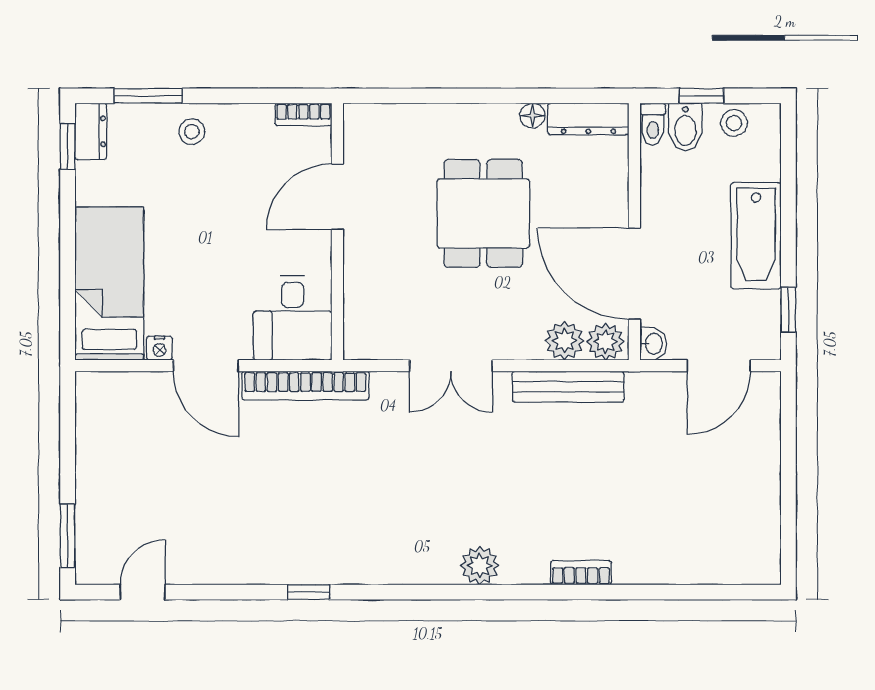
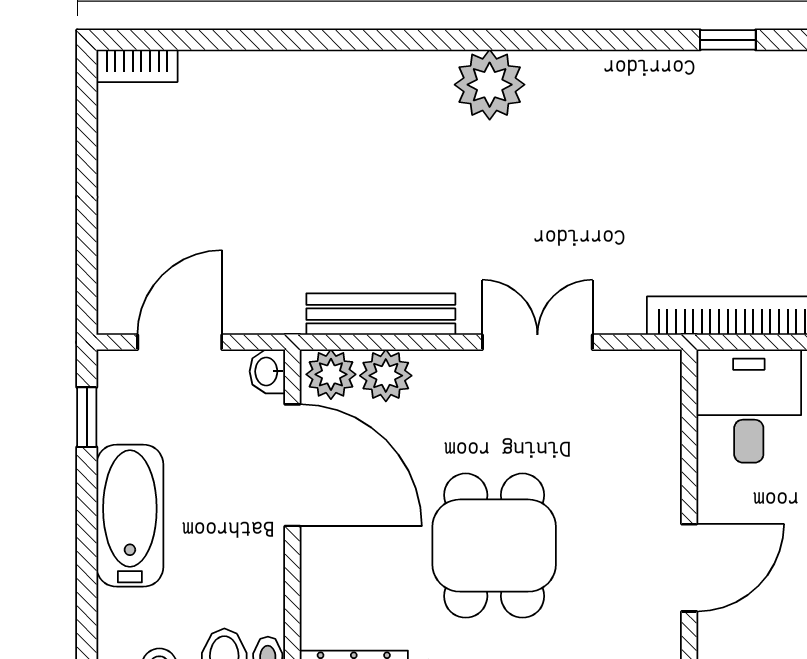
plant: (480, 566) -> (490, 85), width x1.36, depth x1.36
bookcase: (581, 573) -> (137, 66), moved

